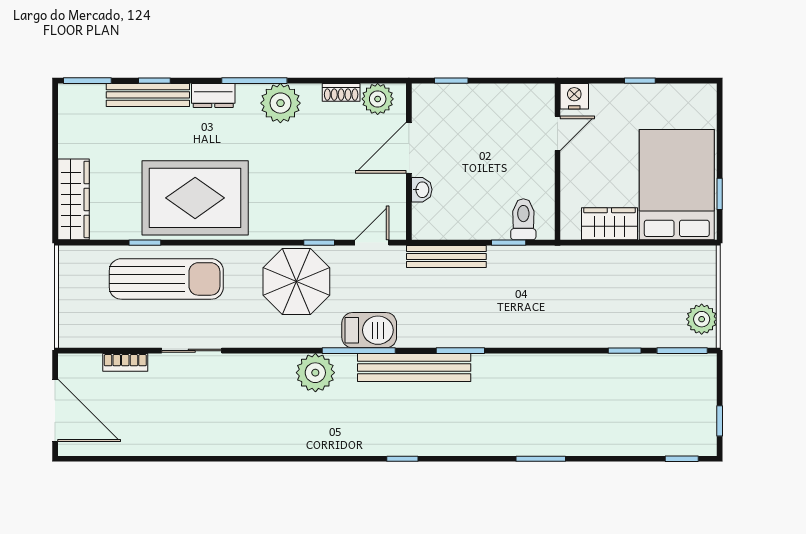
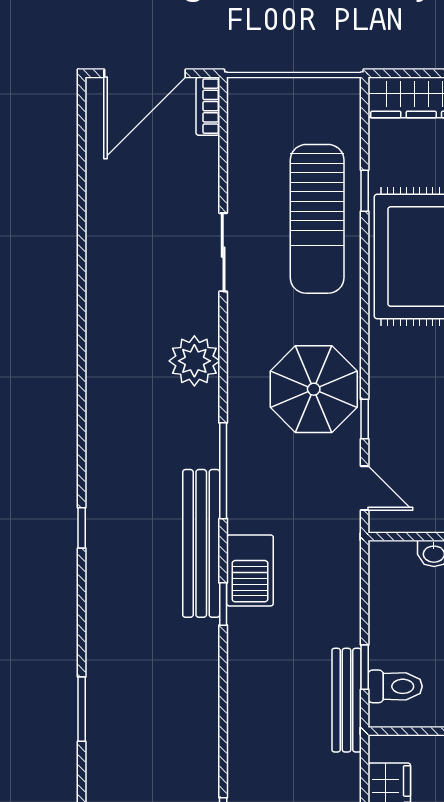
bench: (446, 256) -> (347, 700), moved
barbecue: (369, 330) -> (250, 570), moved
window: (460, 351) -> (223, 604), width x0.67
bookcase: (125, 362) -> (208, 106), moved
plant: (315, 373) -> (194, 361), moved

